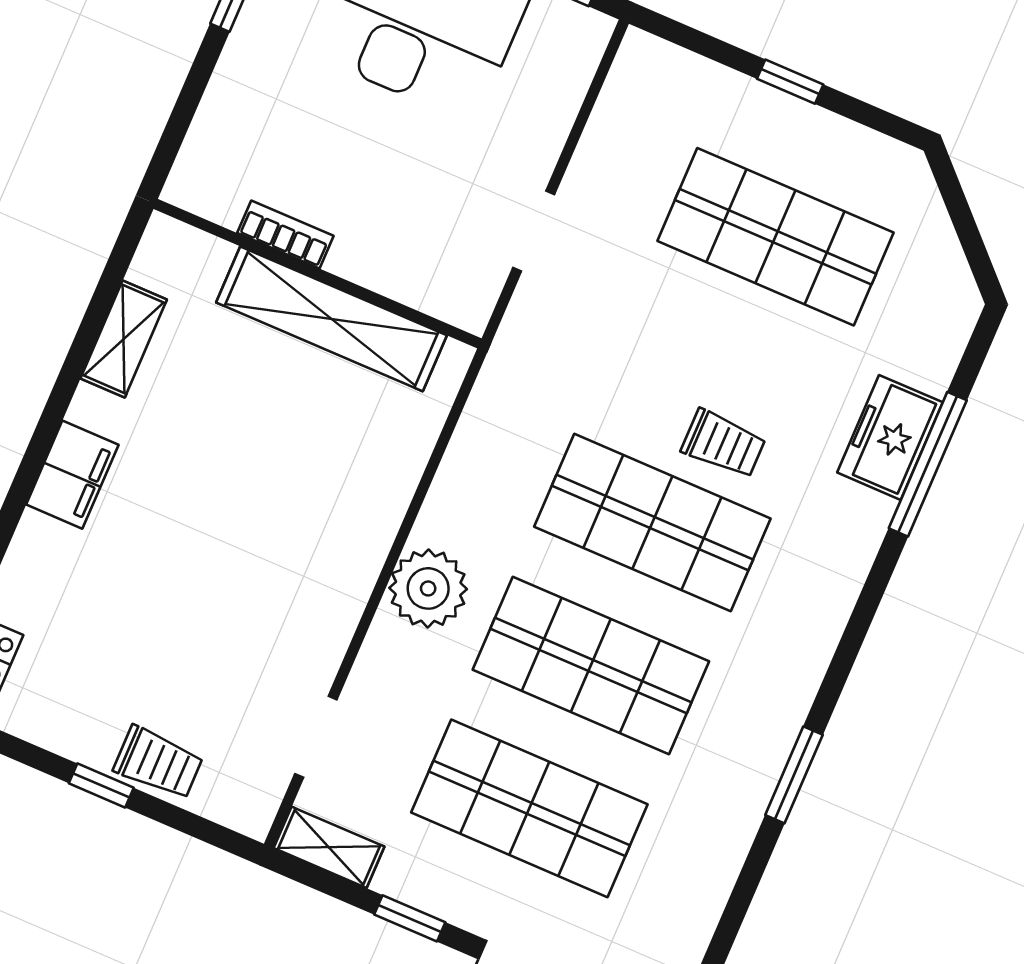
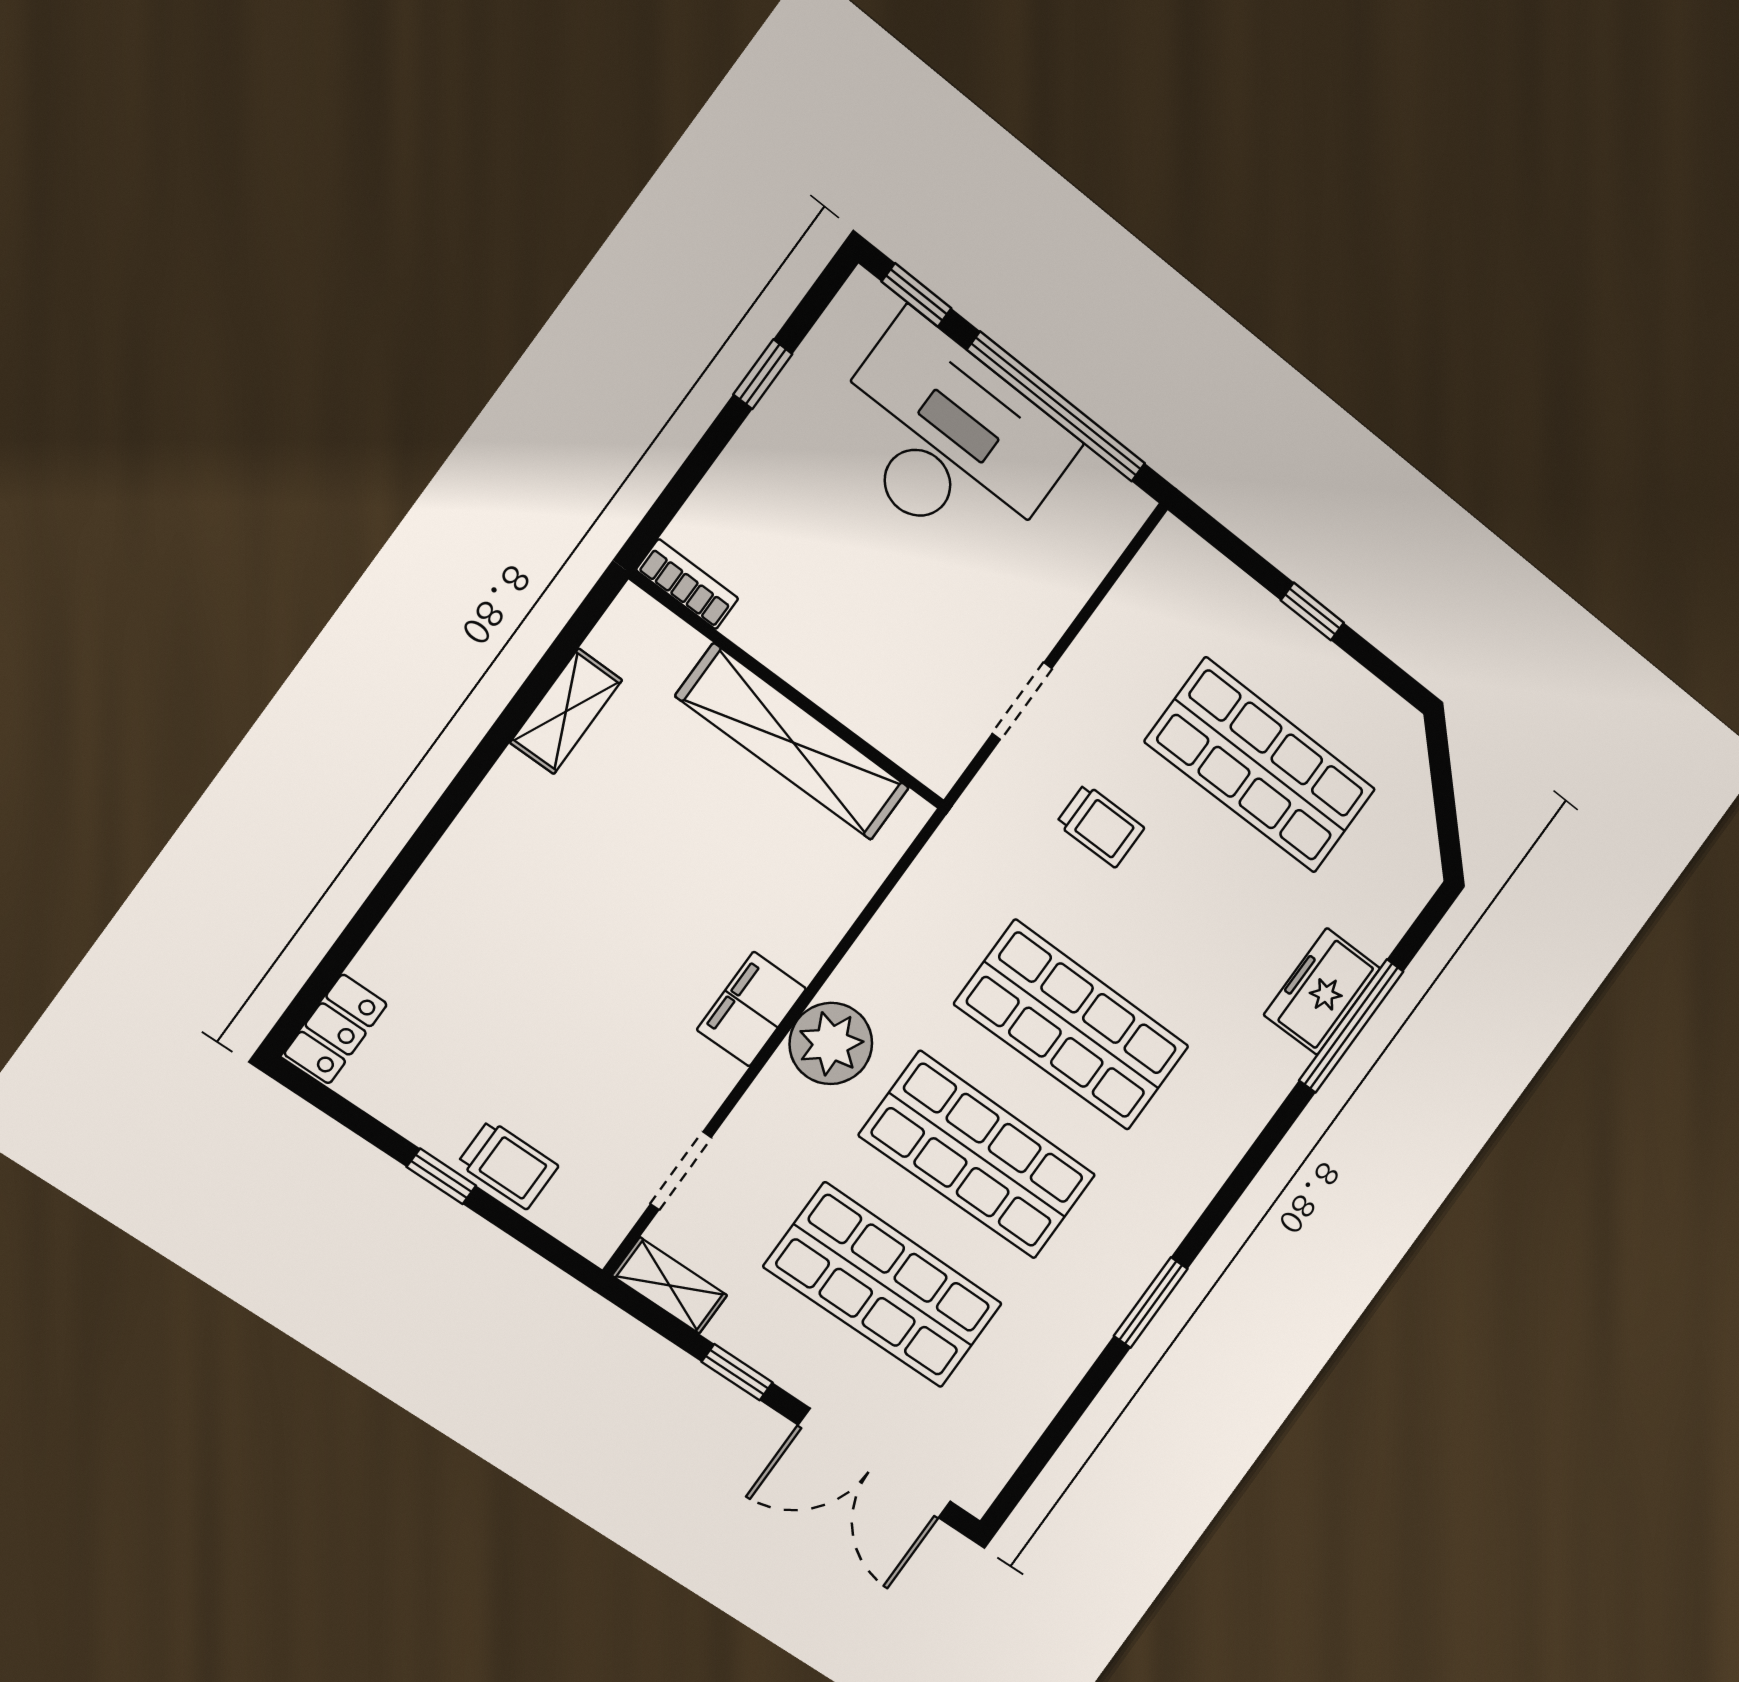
bookcase: (285, 234) -> (687, 584), moved
trolley: (723, 444) -> (1100, 826), moved
filing cabinet: (72, 475) -> (751, 1009), moved, turned 180

